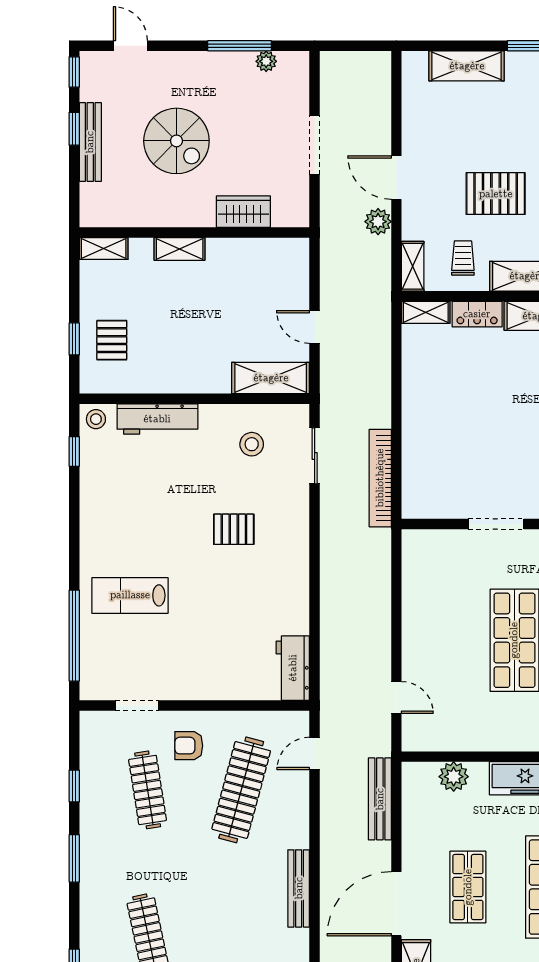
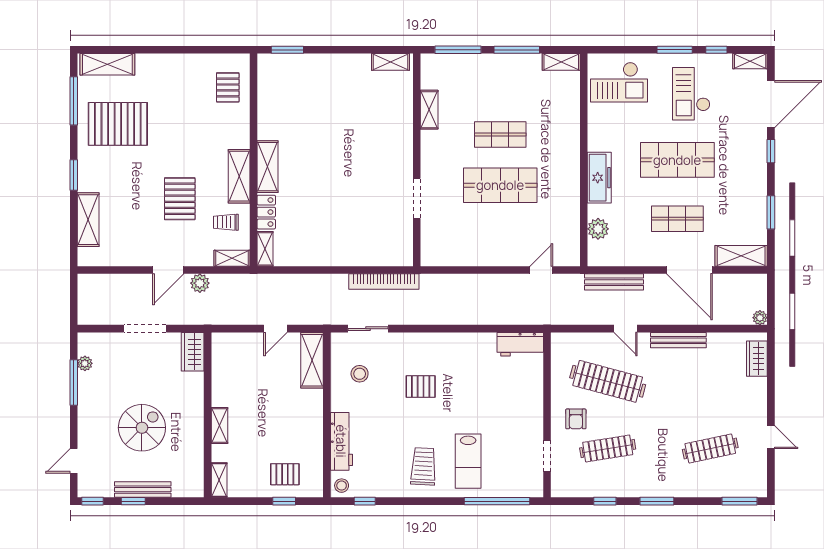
wardrobe: (243, 212) -> (193, 352), moved
pallet: (234, 529) -> (421, 387), turned 90
trolley: (123, 533) -> (423, 466), added
door: (315, 753) -> (626, 329), moved

